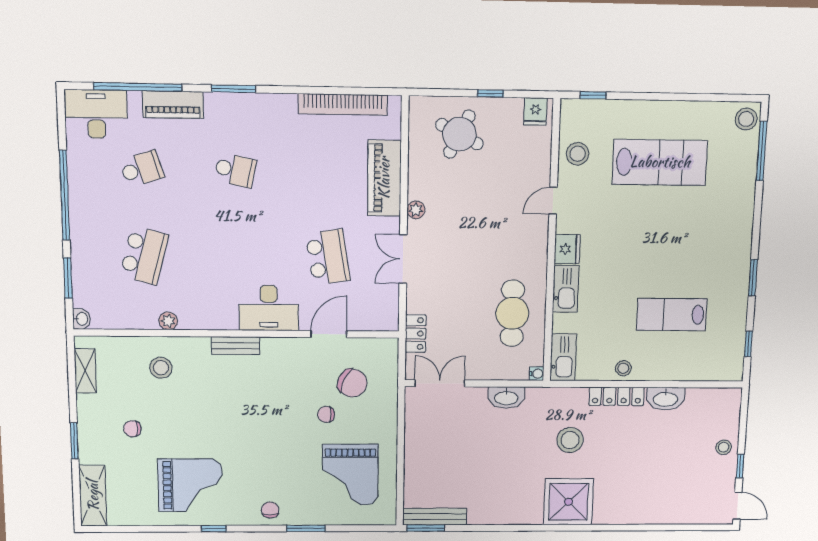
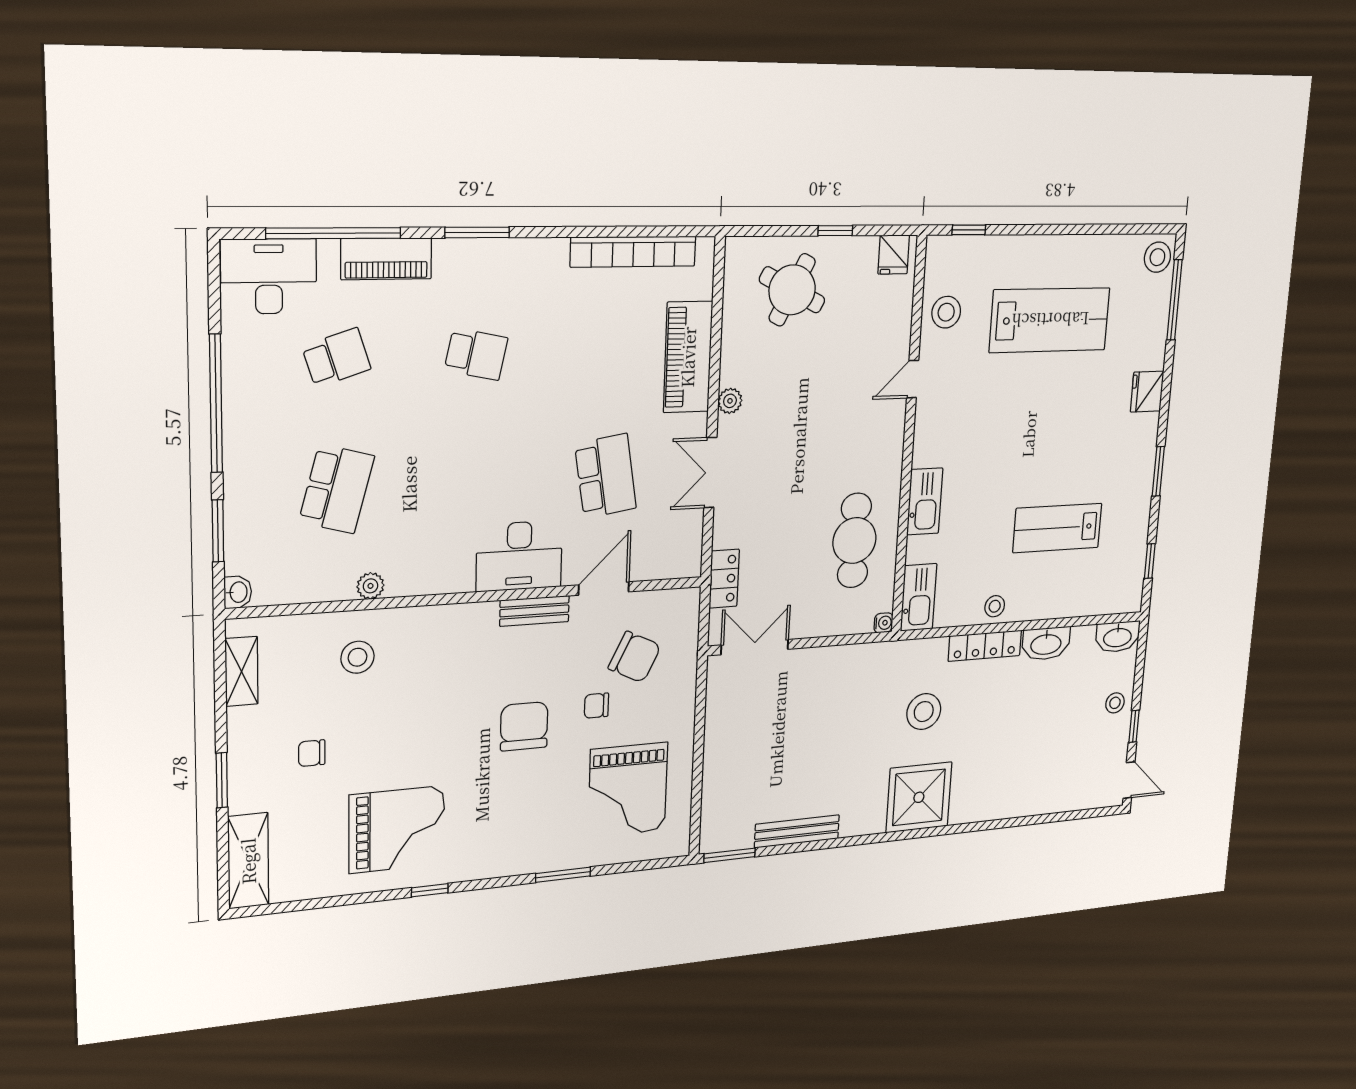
fridge: (567, 249) -> (1147, 392), moved, turned 180
bench: (236, 346) -> (534, 611), moved
washbasin: (506, 398) -> (1118, 637), moved
chair: (270, 510) -> (524, 726), moved, width x1.87, depth x1.87
bench: (435, 517) -> (797, 831), moved

